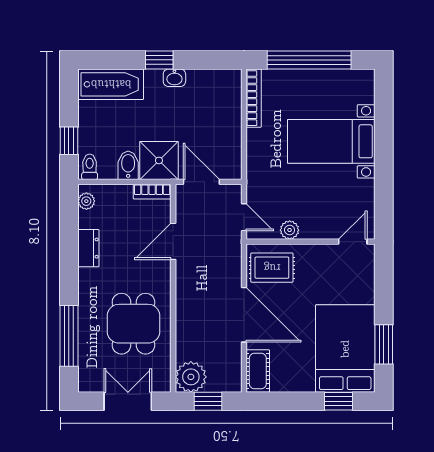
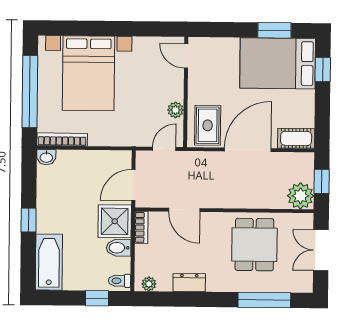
washbasin: (174, 78) -> (46, 157), moved, turned 90
bed with nightstands: (331, 141) -> (88, 73), width x1.36
dining table: (133, 324) -> (254, 245), turned 90

